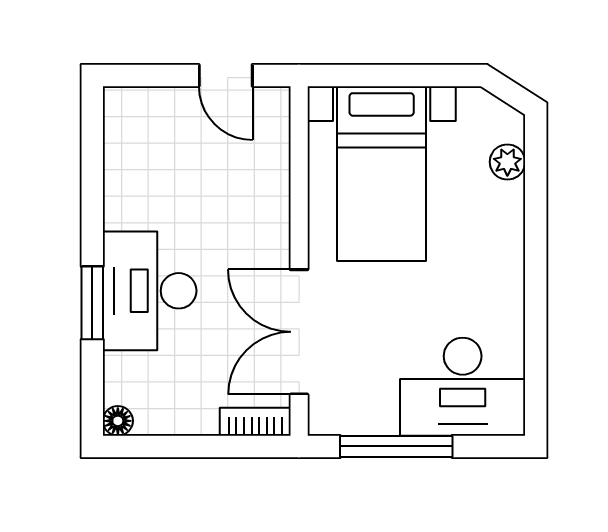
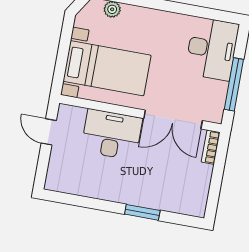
door: (226, 75) -> (49, 132), swing flipped
desk: (150, 291) -> (112, 135), moved, turned 180
floor lamp: (118, 421) -> (199, 210), removed

